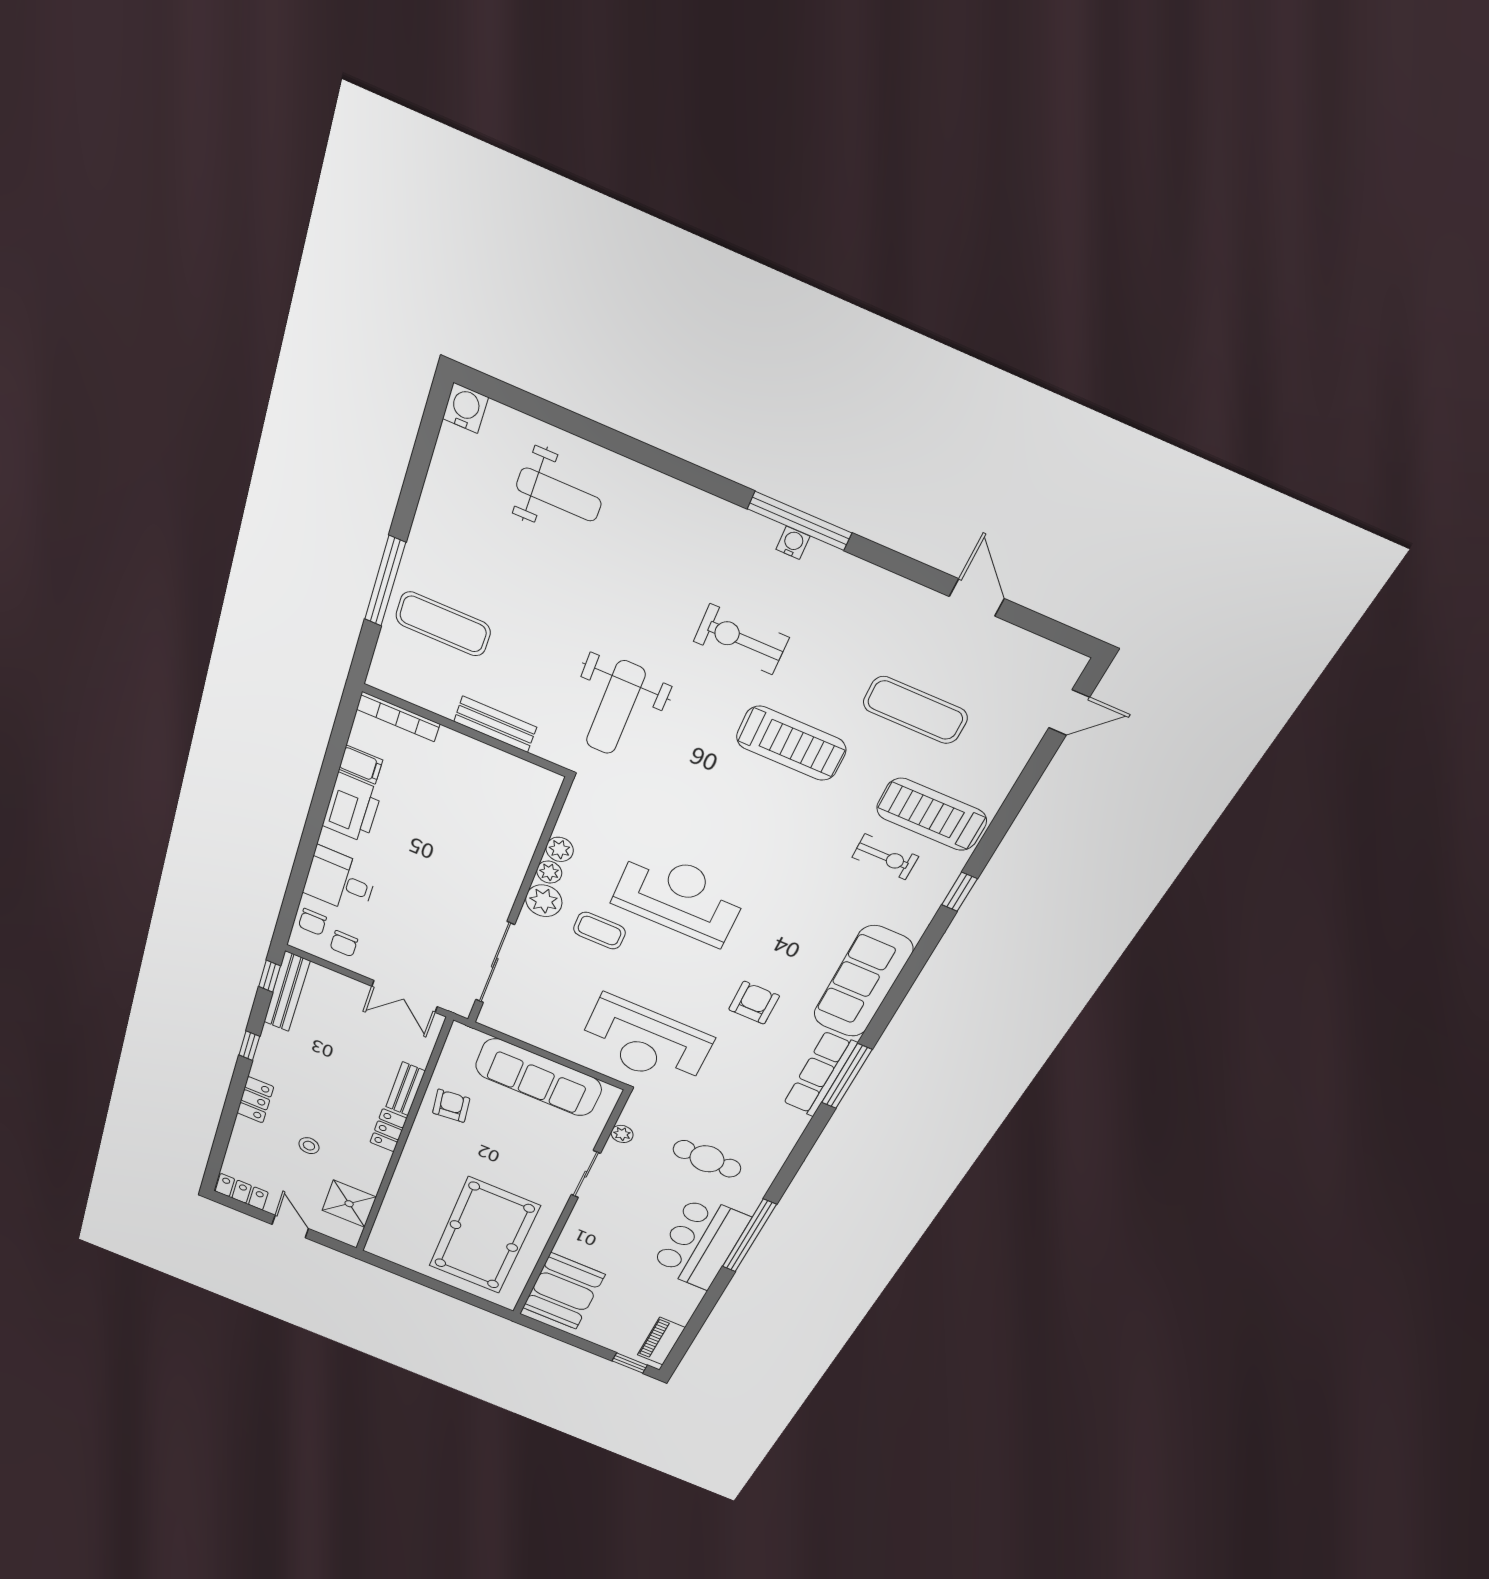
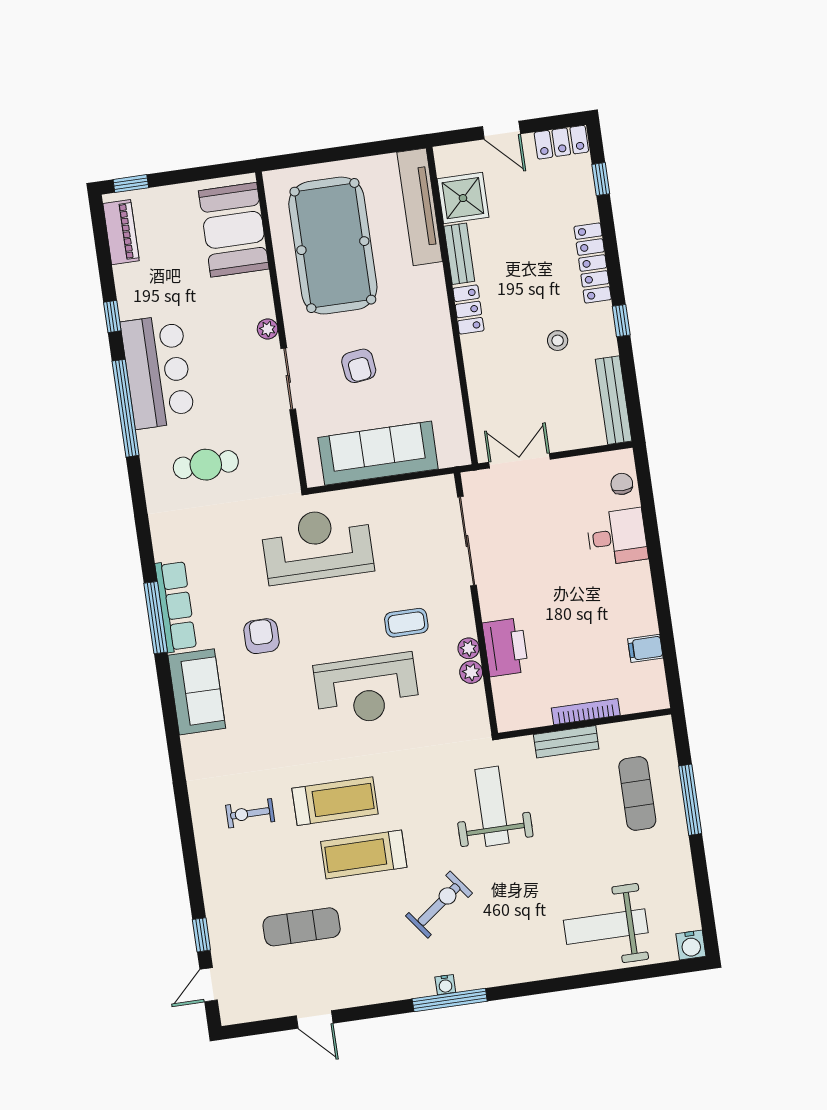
weight bench: (559, 495) -> (606, 927), width x1.36, depth x1.33
exercise mat: (443, 624) -> (637, 794), turned 90
exercise bike: (741, 639) -> (439, 905), turned -37
bookcase: (398, 717) -> (586, 712), moved
printer: (352, 808) -> (505, 647), moved, turned 180
treadmill: (932, 814) -> (335, 801), moved
window: (959, 892) -> (201, 935), moved
plant: (544, 901) -> (460, 621), removed
chair: (344, 944) -> (589, 480), removed
window: (270, 976) -> (601, 179), moved
sofa: (863, 982) -> (197, 692), width x0.73
armchair: (754, 1003) -> (261, 636), turned 180
bench: (405, 1089) -> (459, 254), moved
locker: (255, 1100) -> (593, 263), width x1.53
armchair: (451, 1106) -> (359, 366), moved
plant: (622, 1134) -> (268, 329), moved
stool: (309, 1146) -> (558, 341), moved
tv unit: (391, 1219) -> (420, 207), added
window: (711, 1298) -> (112, 316), added

